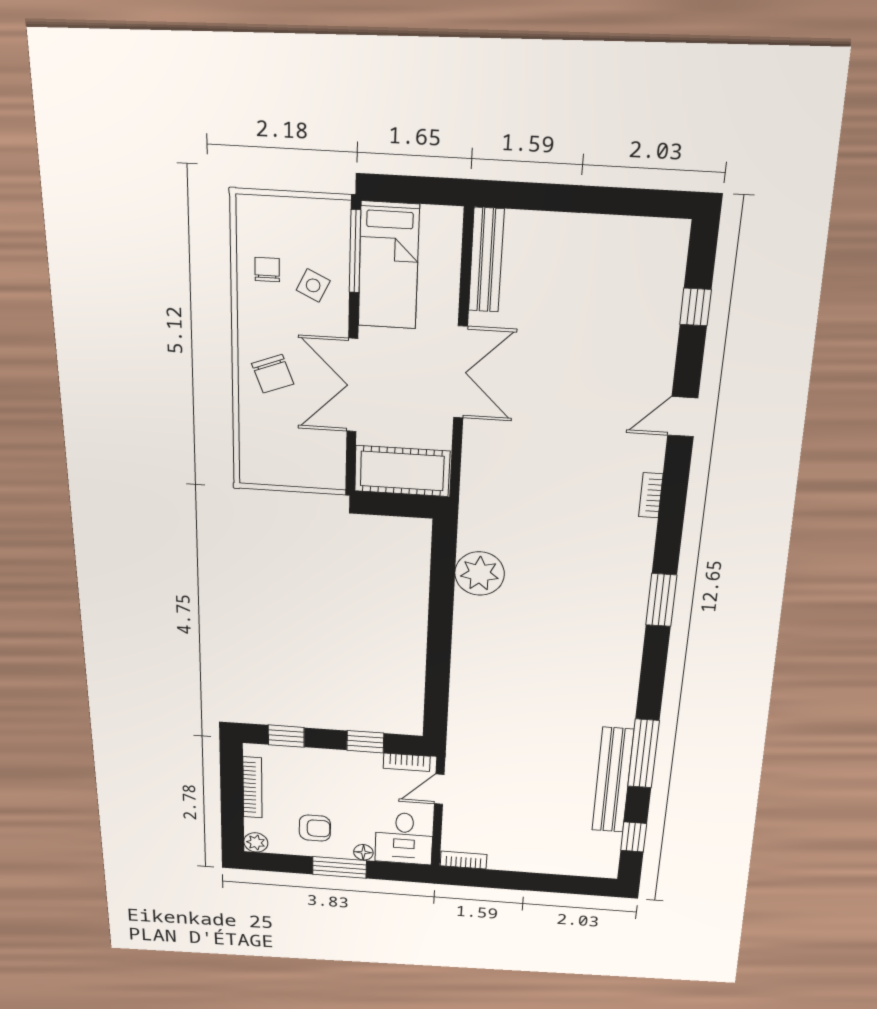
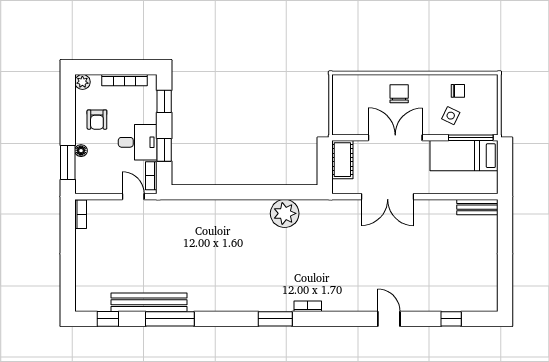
bench: (486, 260) -> (477, 207), width x0.73
double door: (461, 372) -> (388, 197), moved
chair: (273, 374) -> (399, 94), turned 111
cot: (402, 471) -> (342, 160), width x0.73, depth x0.75
bookcase: (651, 495) -> (308, 306), moved
desk: (404, 838) -> (138, 142), moved, turned 180
window: (340, 867) -> (68, 163), moved

